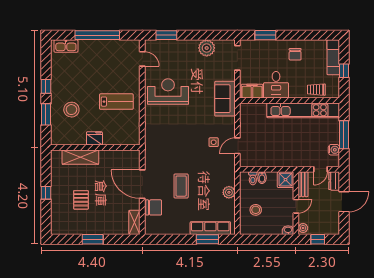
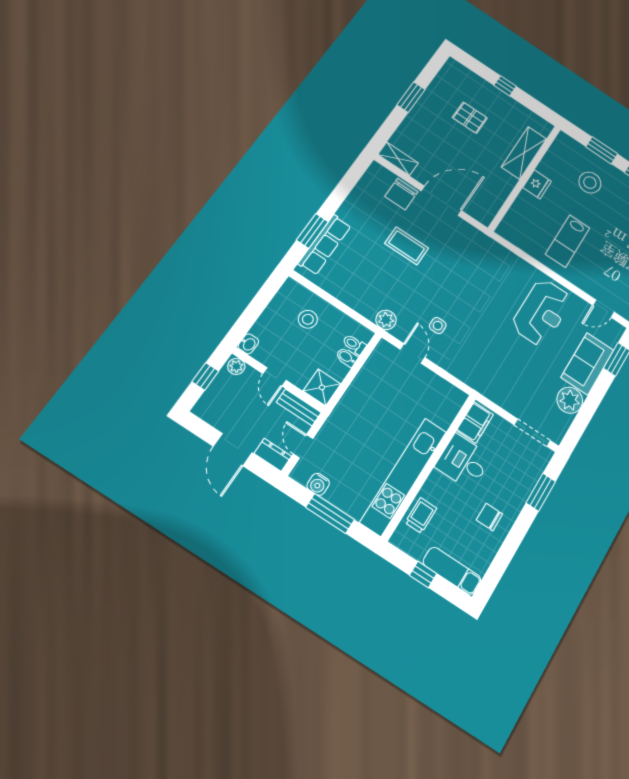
sofa: (225, 99) -> (587, 364), moved, turned -90
plant: (229, 192) -> (386, 320), moved

